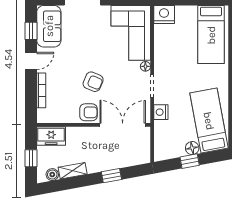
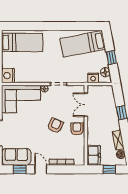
nightstand: (161, 112) -> (93, 78), moved
double door: (123, 125) -> (86, 105), width x0.73
floor lamp: (192, 148) -> (105, 72), moved

